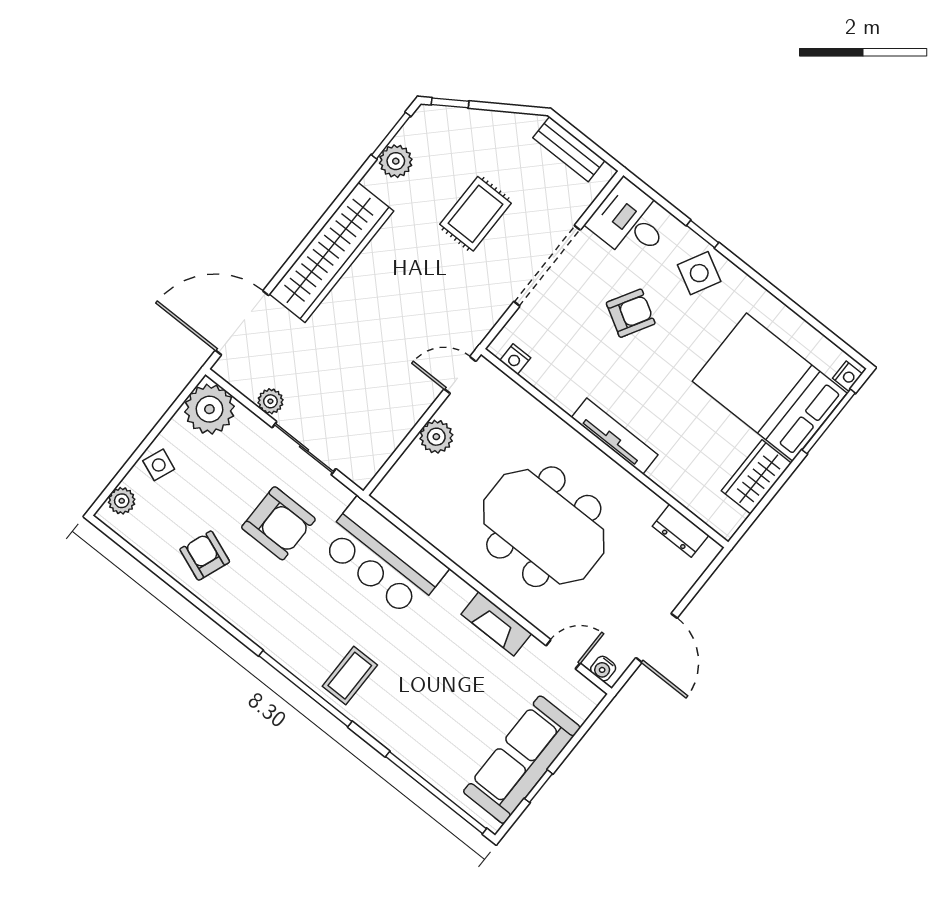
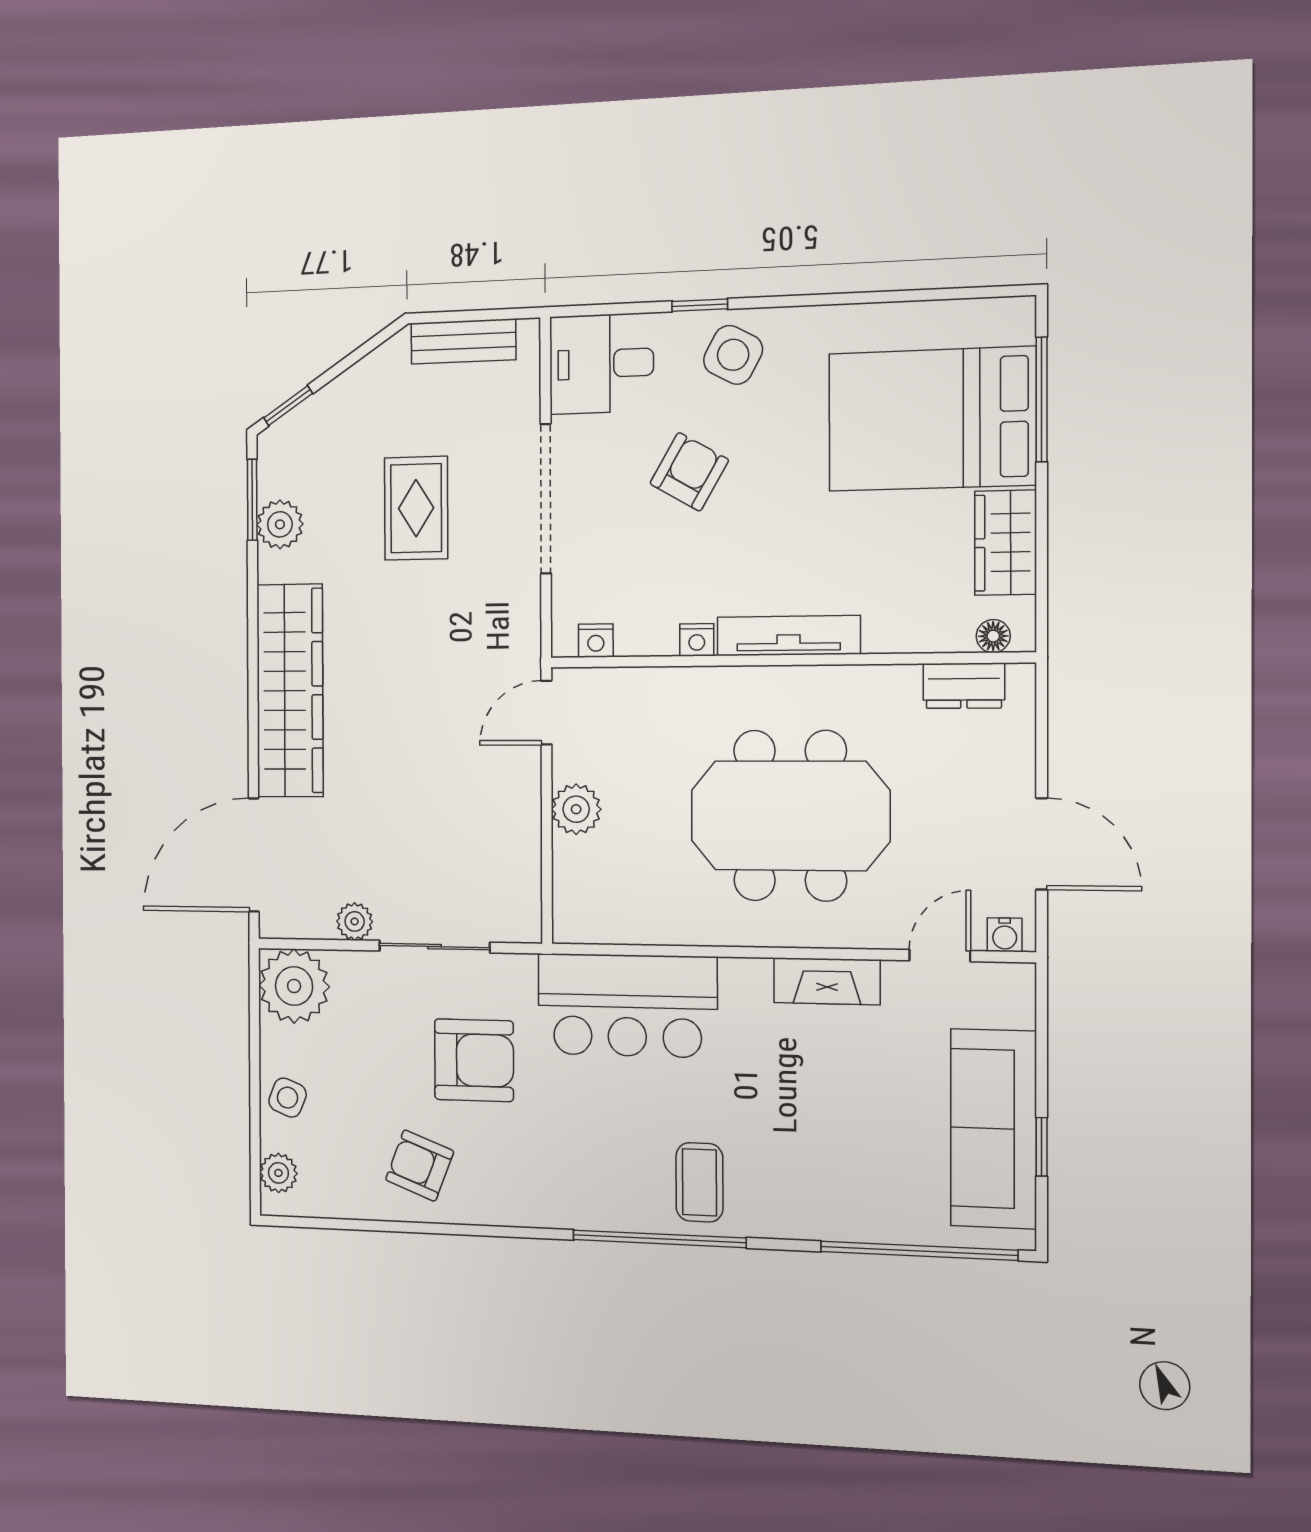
nightstand: (847, 376) -> (697, 640), moved, turned 90
floor lamp: (714, 518) -> (993, 636), added

